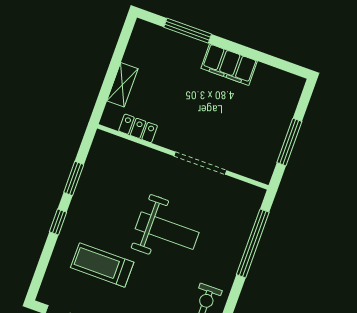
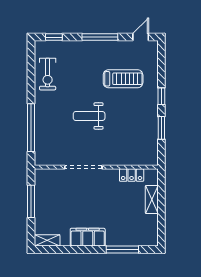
shelving: (286, 80) -> (47, 240), added
weight bench: (167, 231) -> (89, 116), width x0.73, depth x0.75

